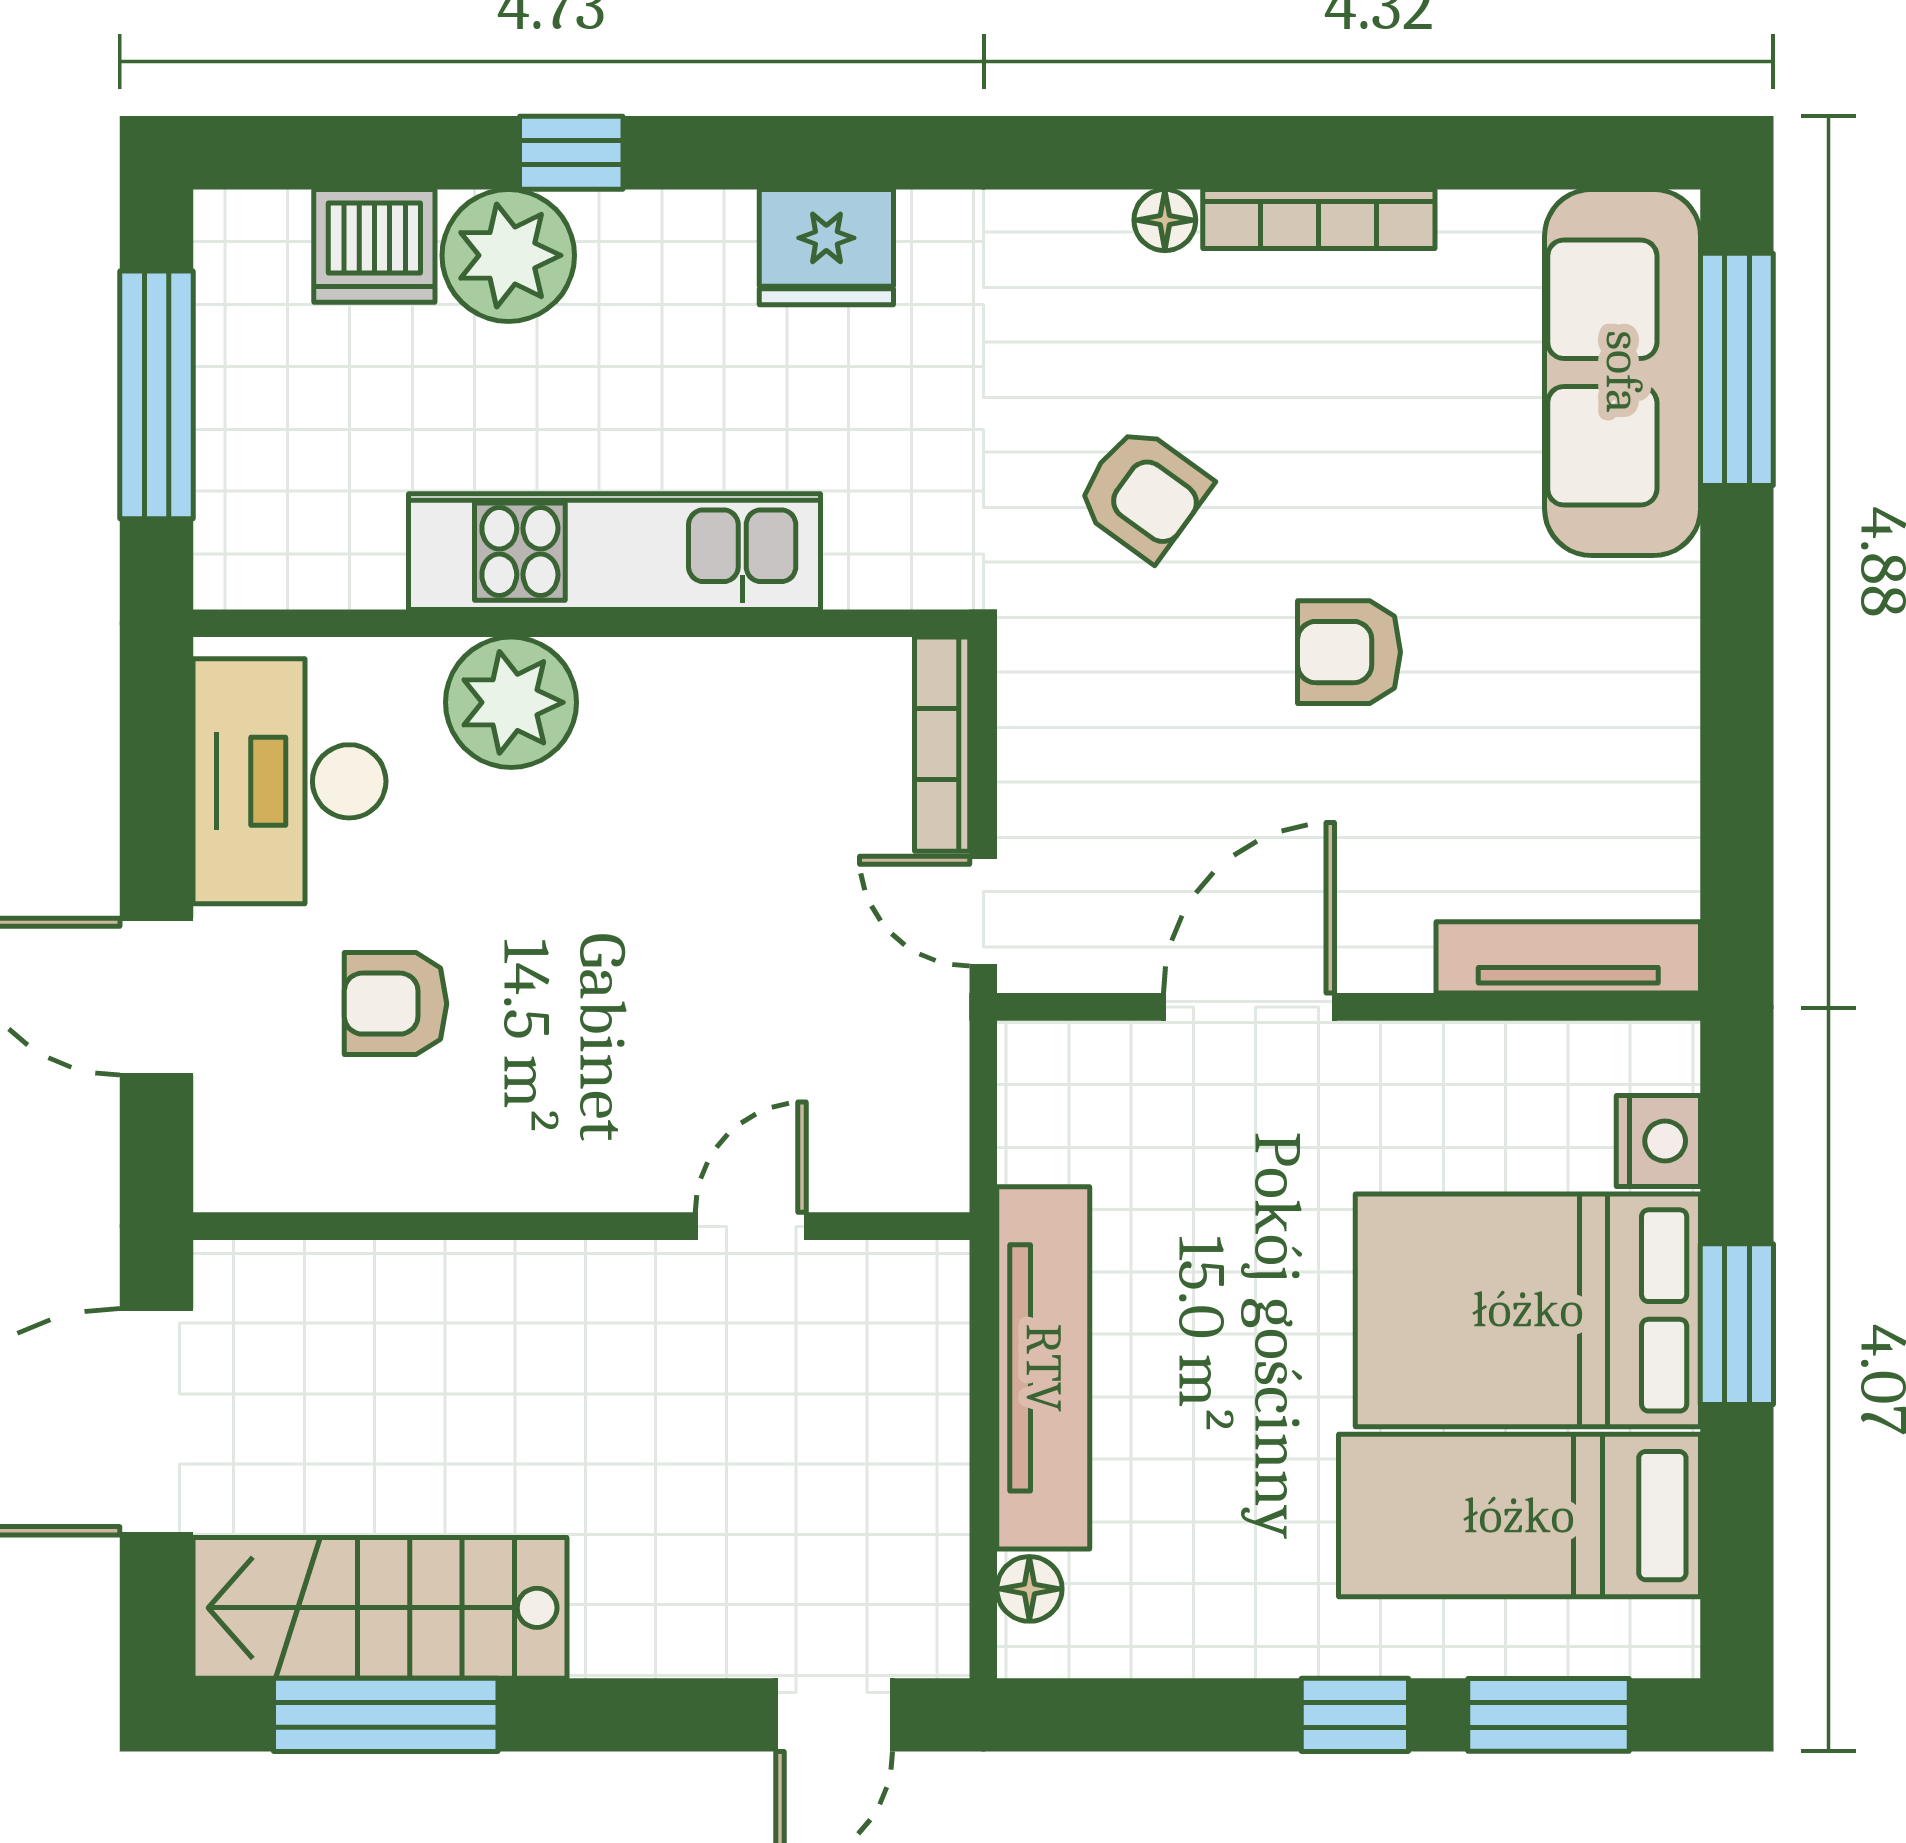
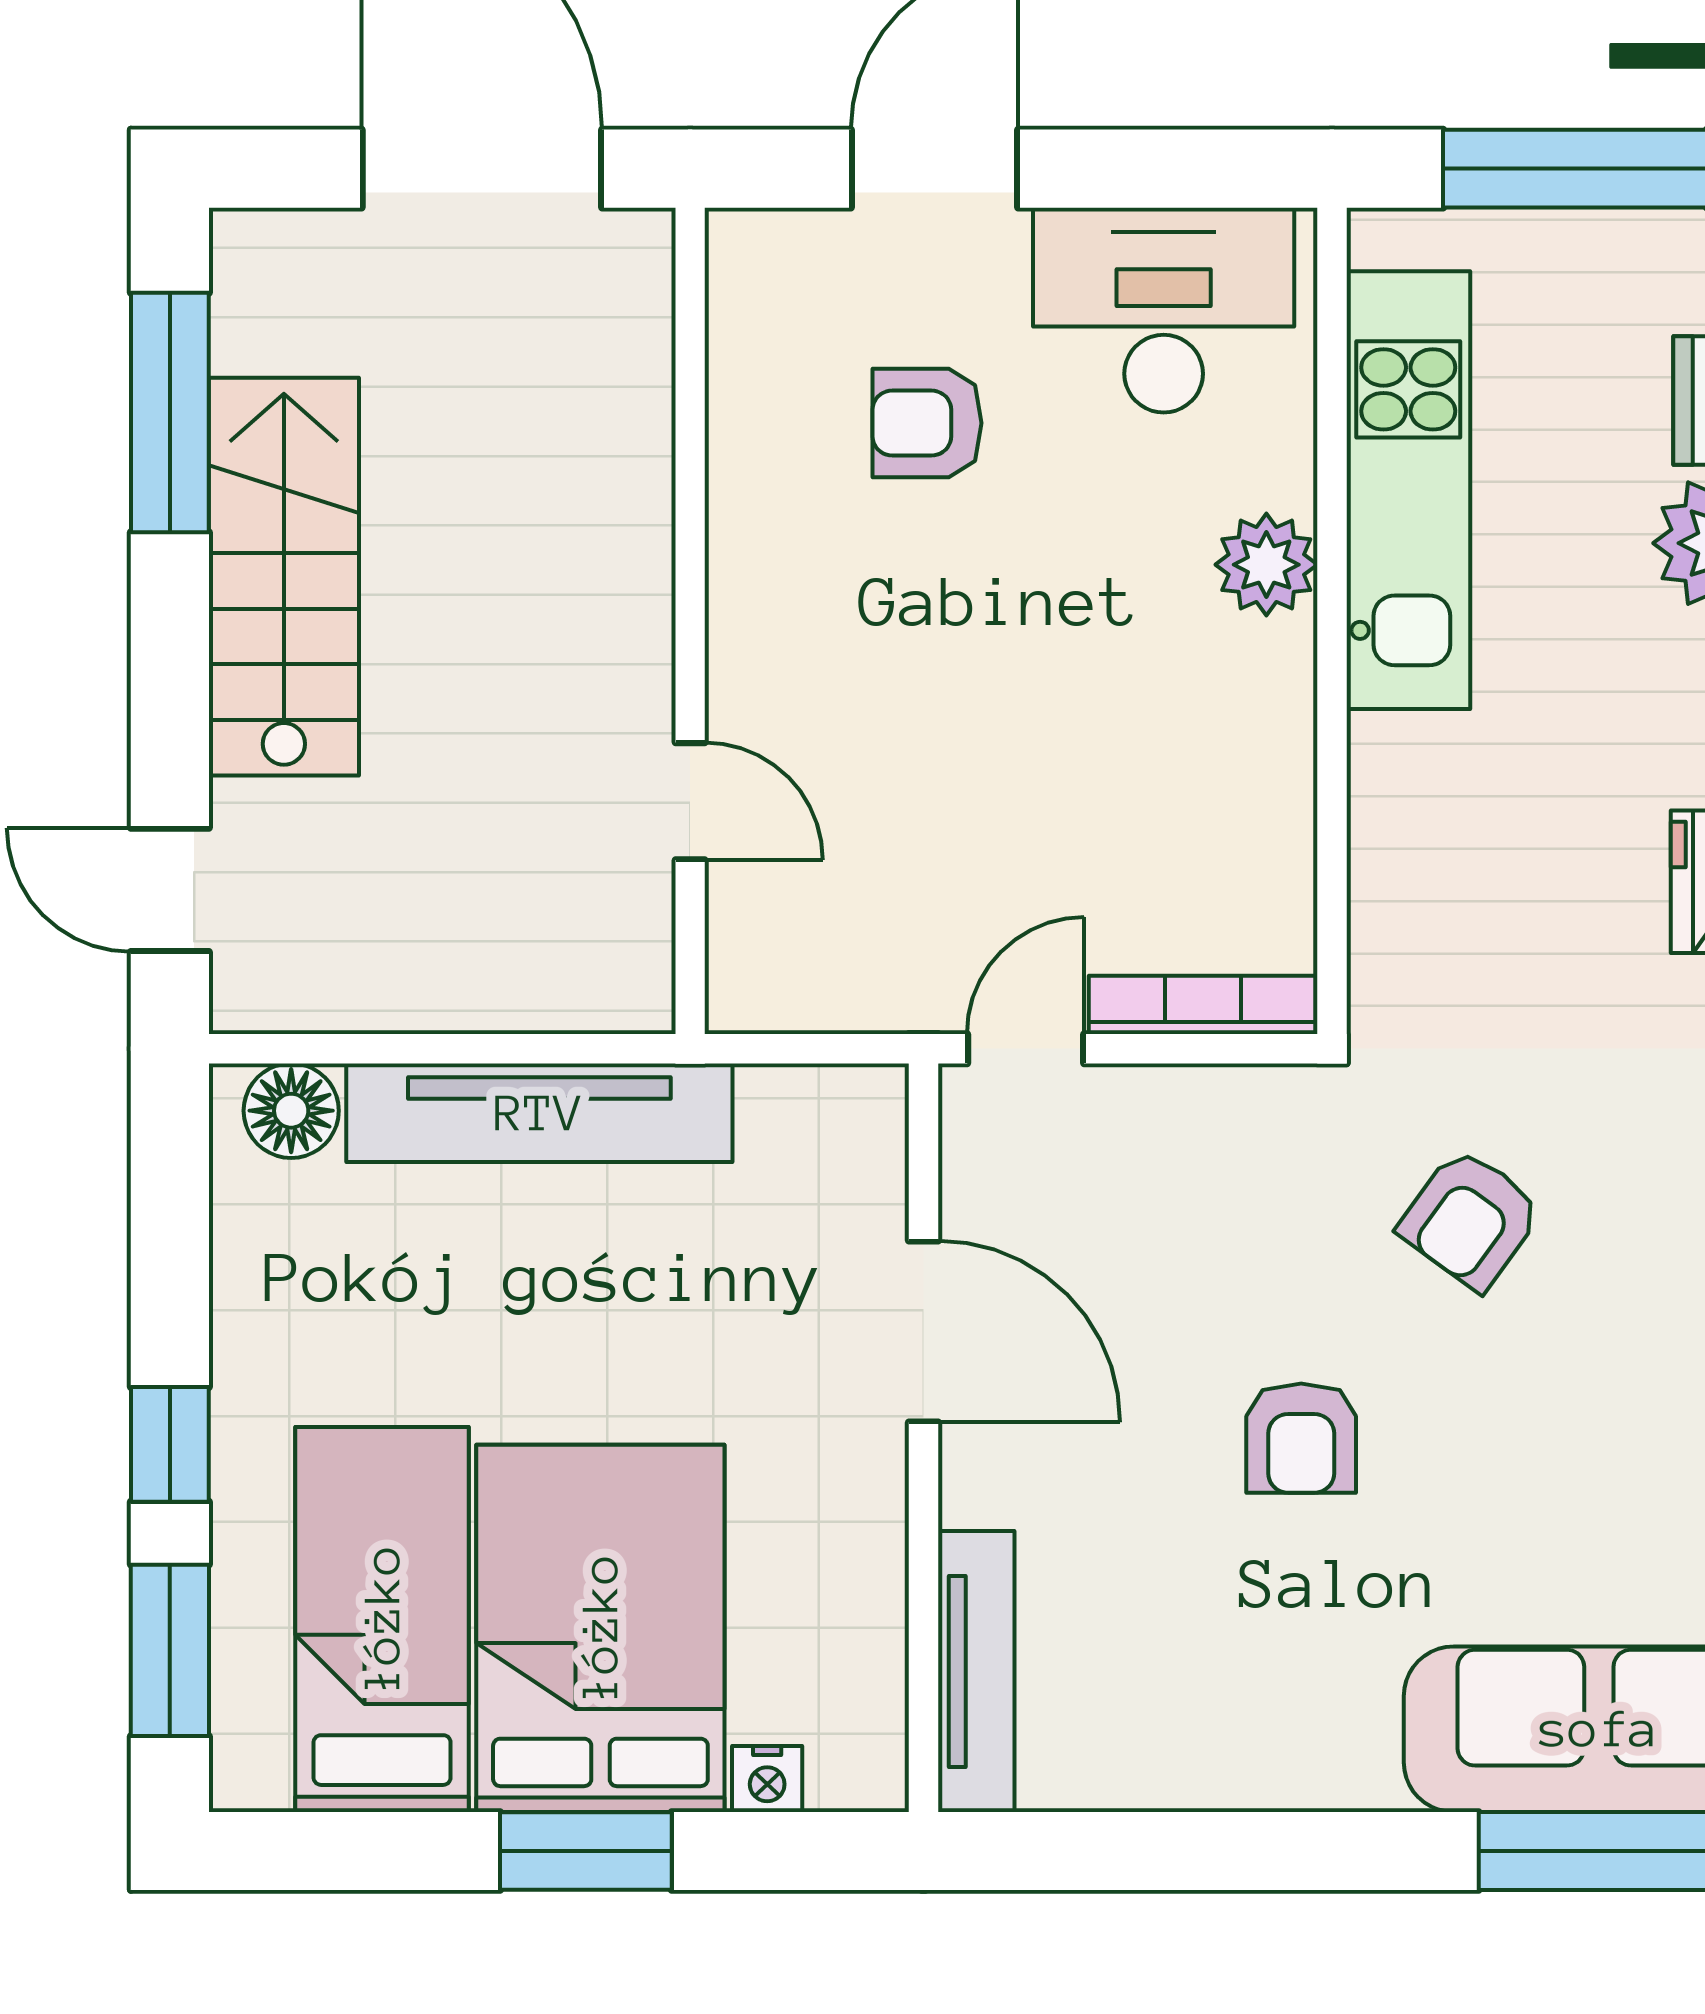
kitchen unit: (615, 552) -> (1408, 490), moved
armchair: (1349, 652) -> (1301, 1438), turned 180
plant: (511, 702) -> (1266, 565), width x0.73, depth x0.73
armchair: (395, 1004) -> (927, 423), turned -90
nightstand: (1658, 1141) -> (767, 1779), width x0.72, depth x0.74
floor lamp: (1029, 1589) -> (291, 1111), width x1.37, depth x1.37
stairs: (380, 1608) -> (284, 577), moved

